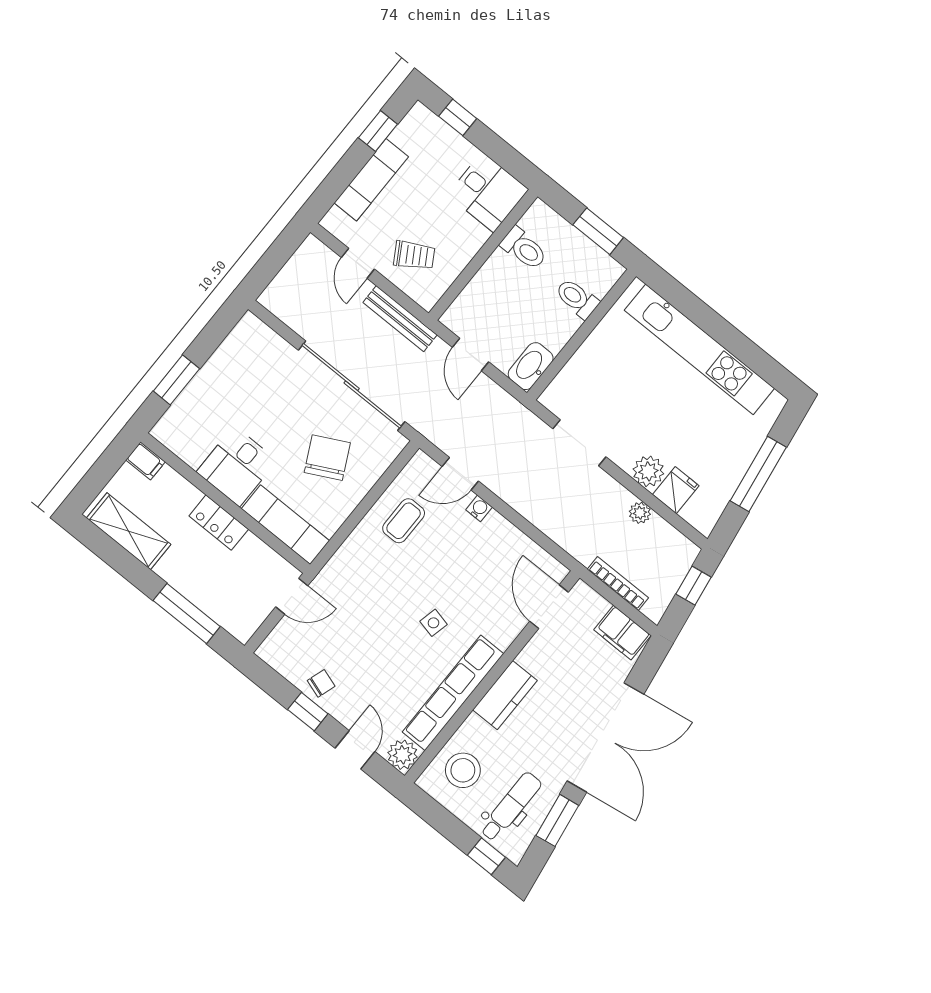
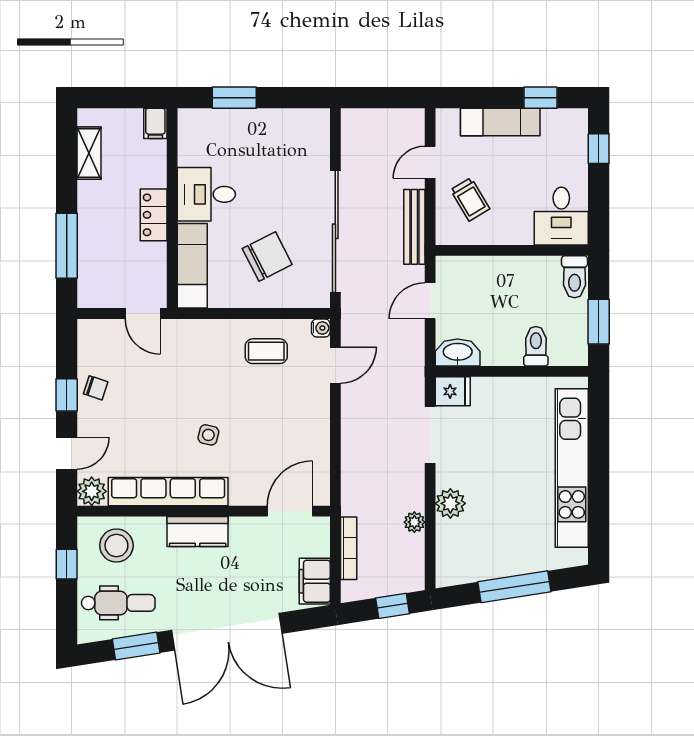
toilet: (524, 249) -> (575, 277), moved
door: (460, 474) -> (335, 365), swing flipped
fridge: (676, 490) -> (453, 391), moved
water cooler: (479, 508) -> (321, 328), moved
shelving: (129, 531) -> (89, 153), width x0.67, depth x0.75
window: (486, 856) -> (67, 564), moved

